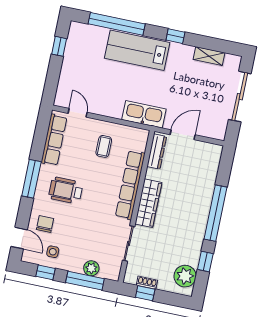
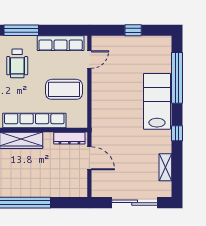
window: (59, 46) -> (133, 30), moved
kitchen sink: (144, 114) -> (101, 120), removed
coffee table: (104, 146) -> (64, 89), width x1.86, depth x1.72
wheelchair: (66, 190) -> (17, 63), turned 180

